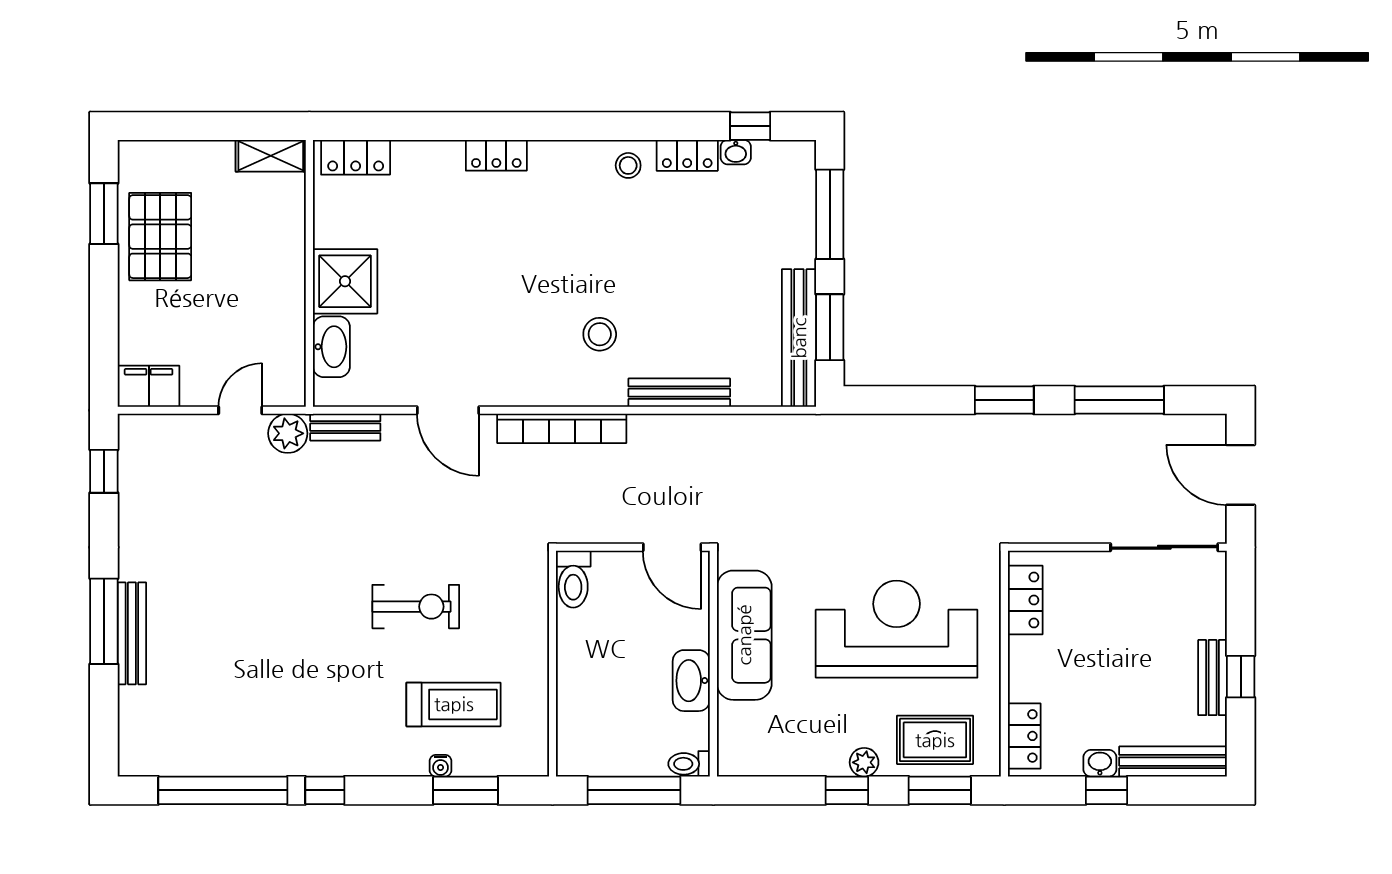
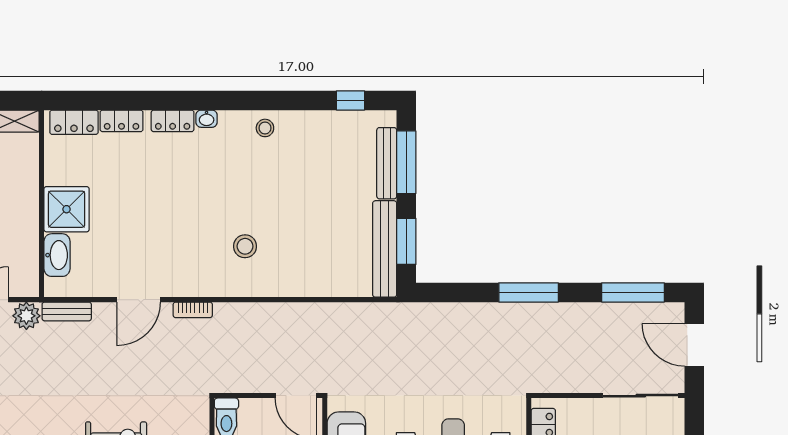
washbasin: (736, 152) -> (207, 119), moved
locker: (687, 155) -> (122, 121), moved
bench: (679, 393) -> (387, 163), moved, turned 90
window: (1004, 400) -> (529, 292), width x1.44
window: (1119, 400) -> (633, 292), moved
door: (448, 410) -> (139, 300), hinge flipped
bookcase: (562, 428) -> (193, 310), width x0.43, depth x0.76

